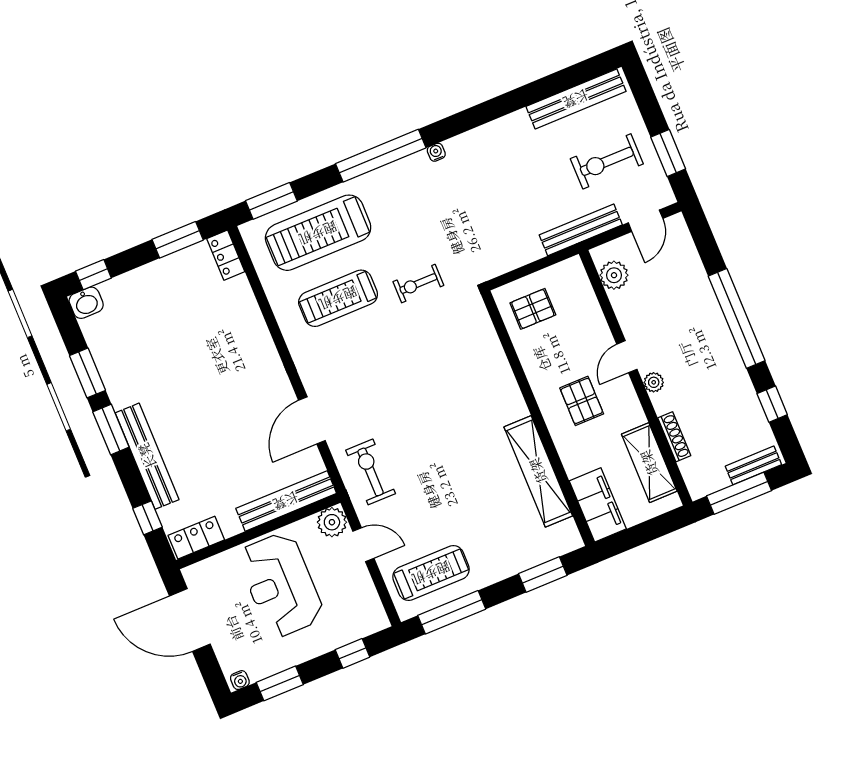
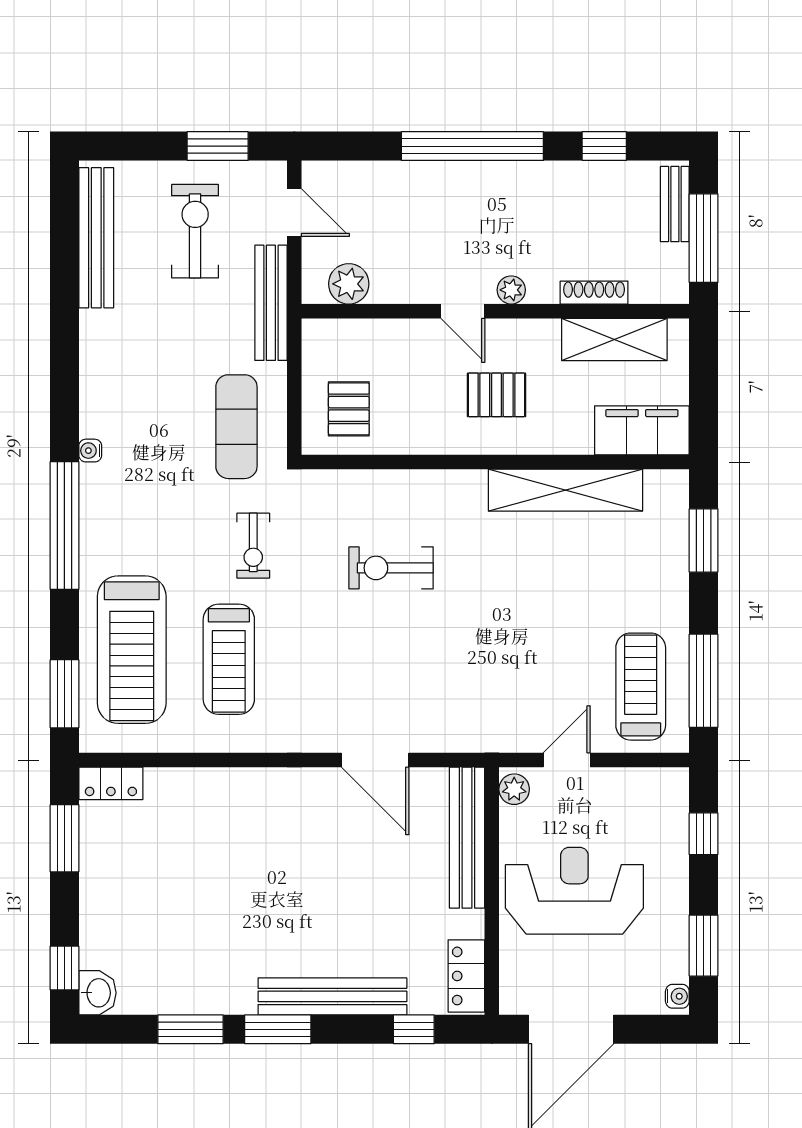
exercise bike: (607, 161) -> (195, 231), turned 180
exercise mat: (491, 241) -> (236, 427), added
exercise bike: (371, 472) -> (391, 568), moved
plant: (332, 522) -> (514, 789), width x0.73, depth x0.73
reception desk: (281, 585) -> (574, 891), turned 180

